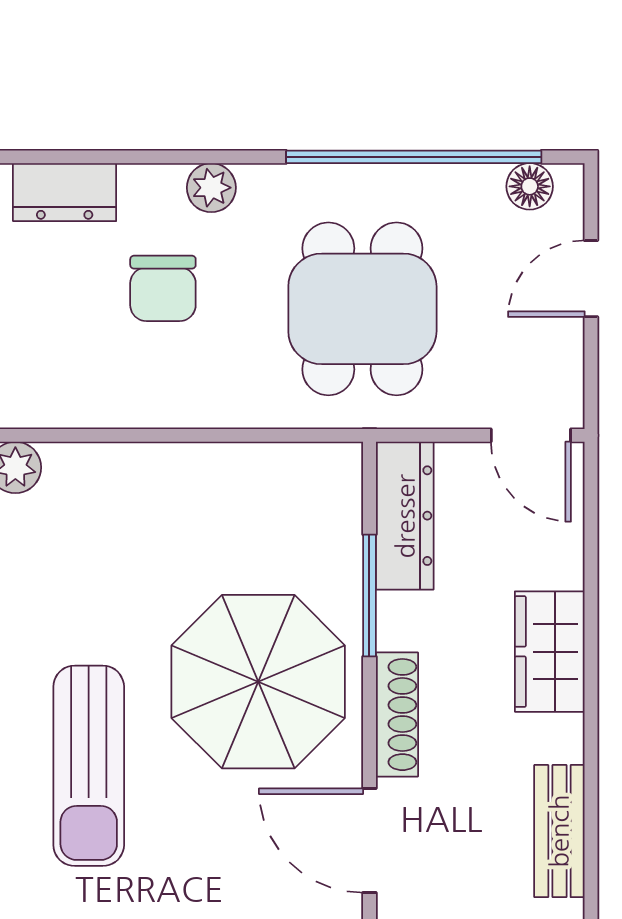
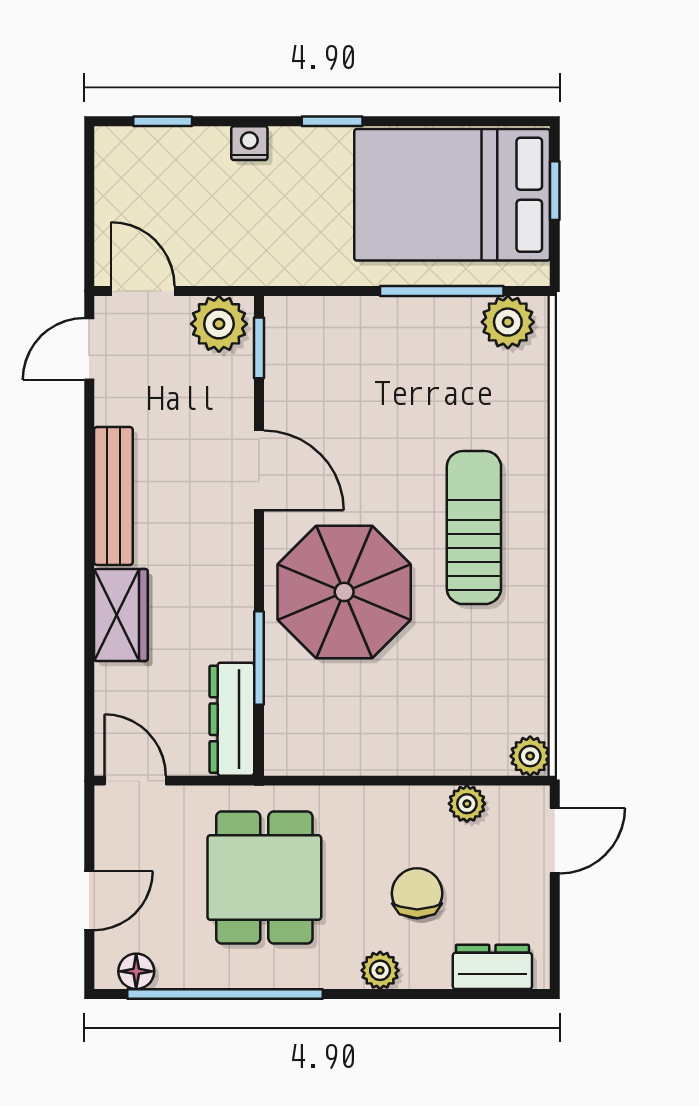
plant: (98, 405) -> (467, 804), added
shoe rack: (397, 715) -> (238, 567), removed
bench: (559, 831) -> (113, 496), width x1.36

